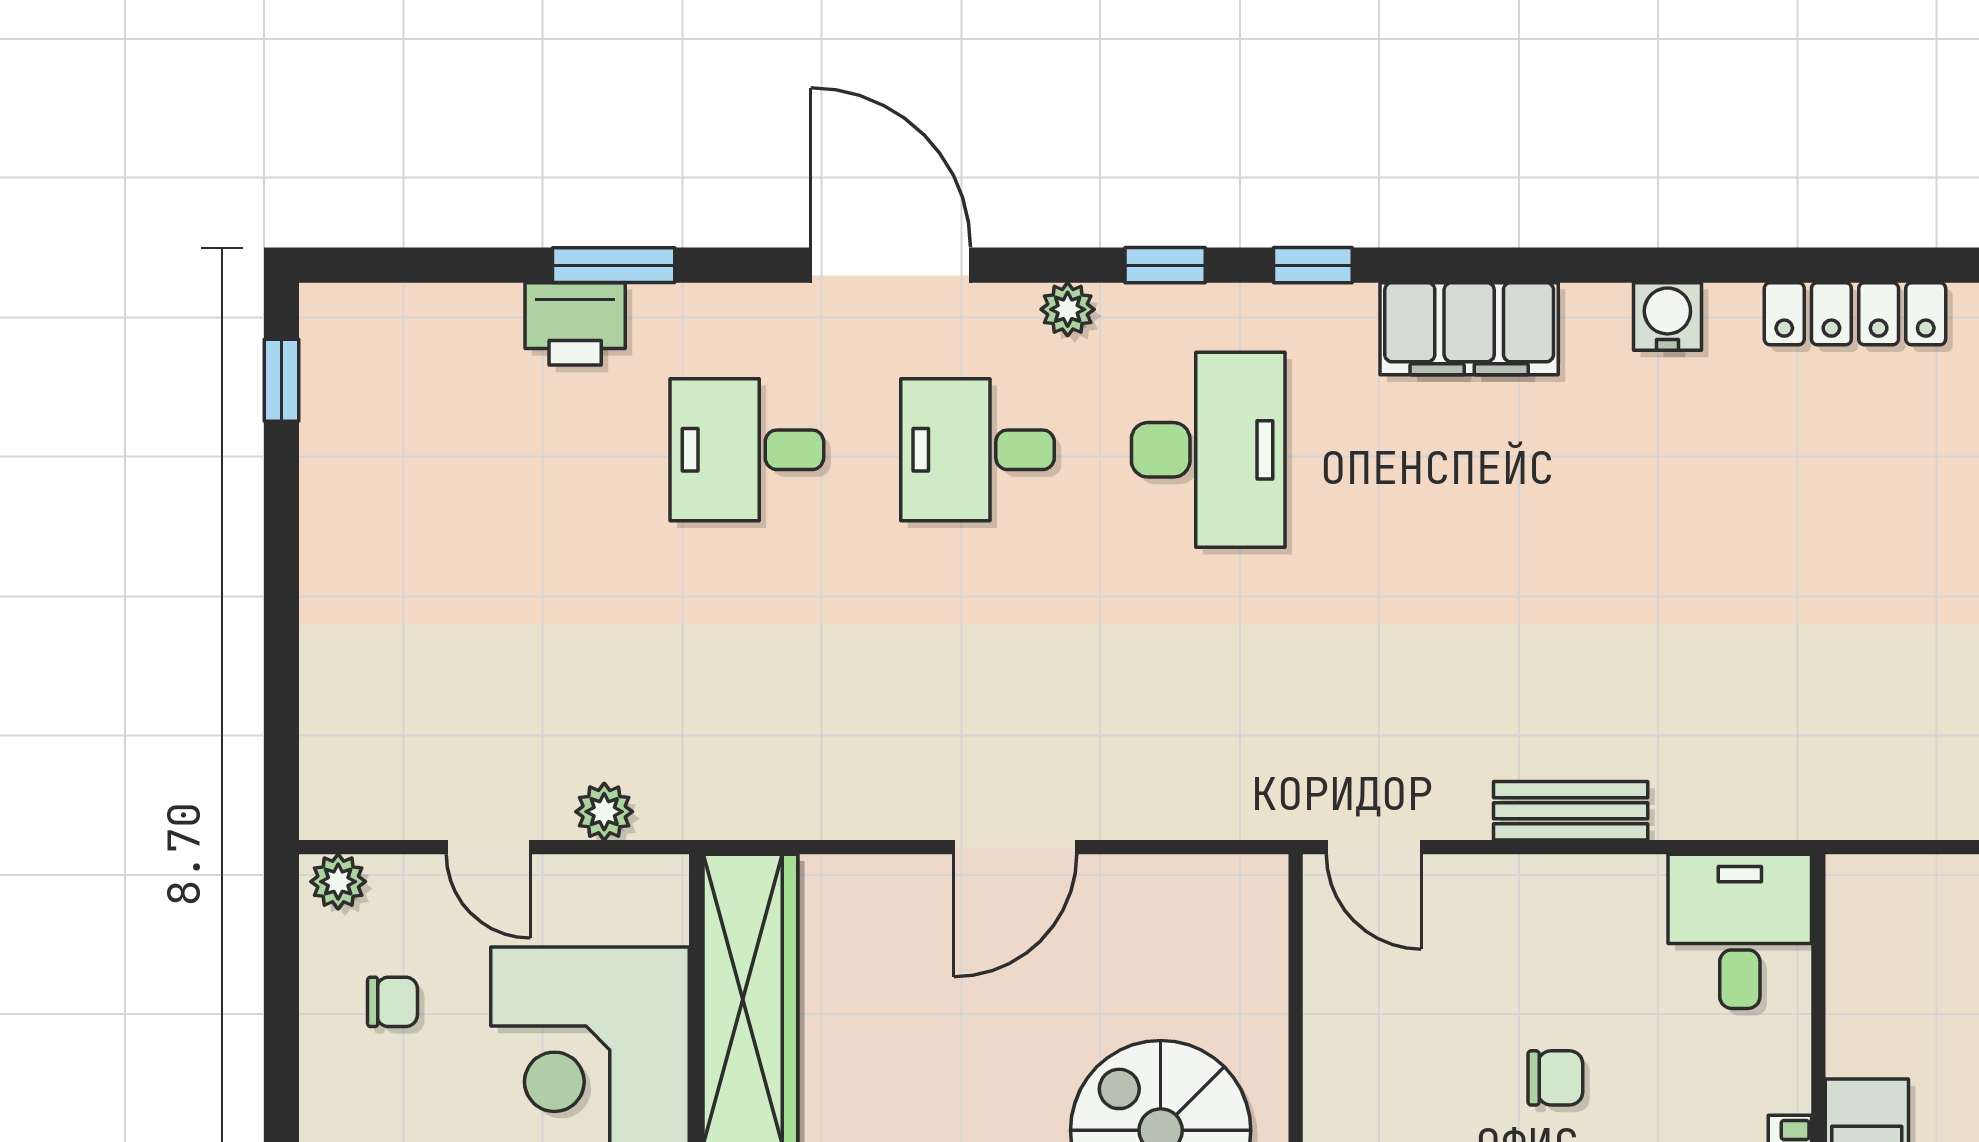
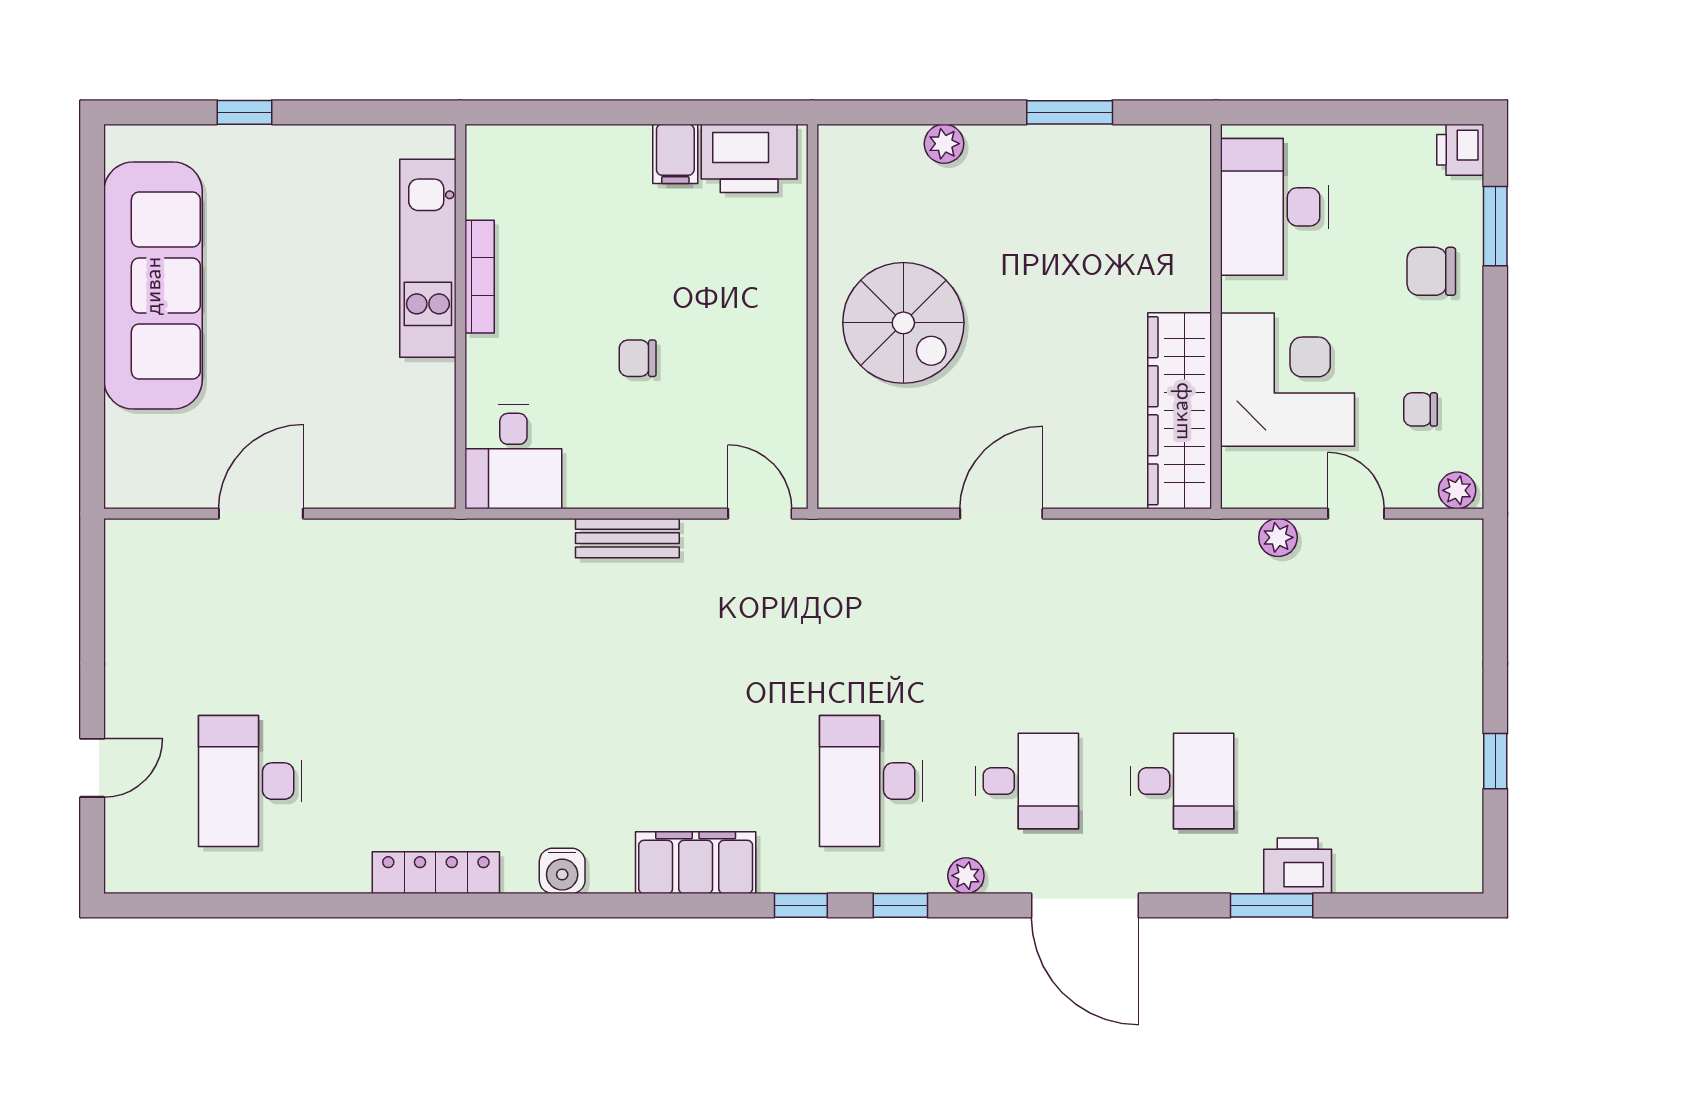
window: (281, 380) -> (1495, 761), moved

